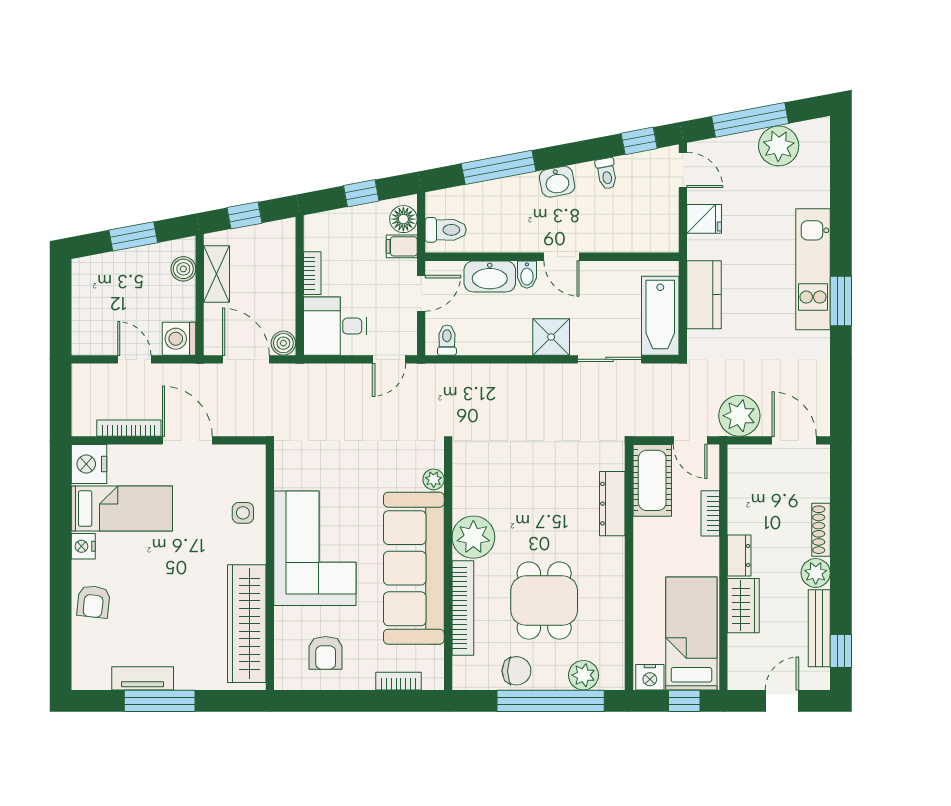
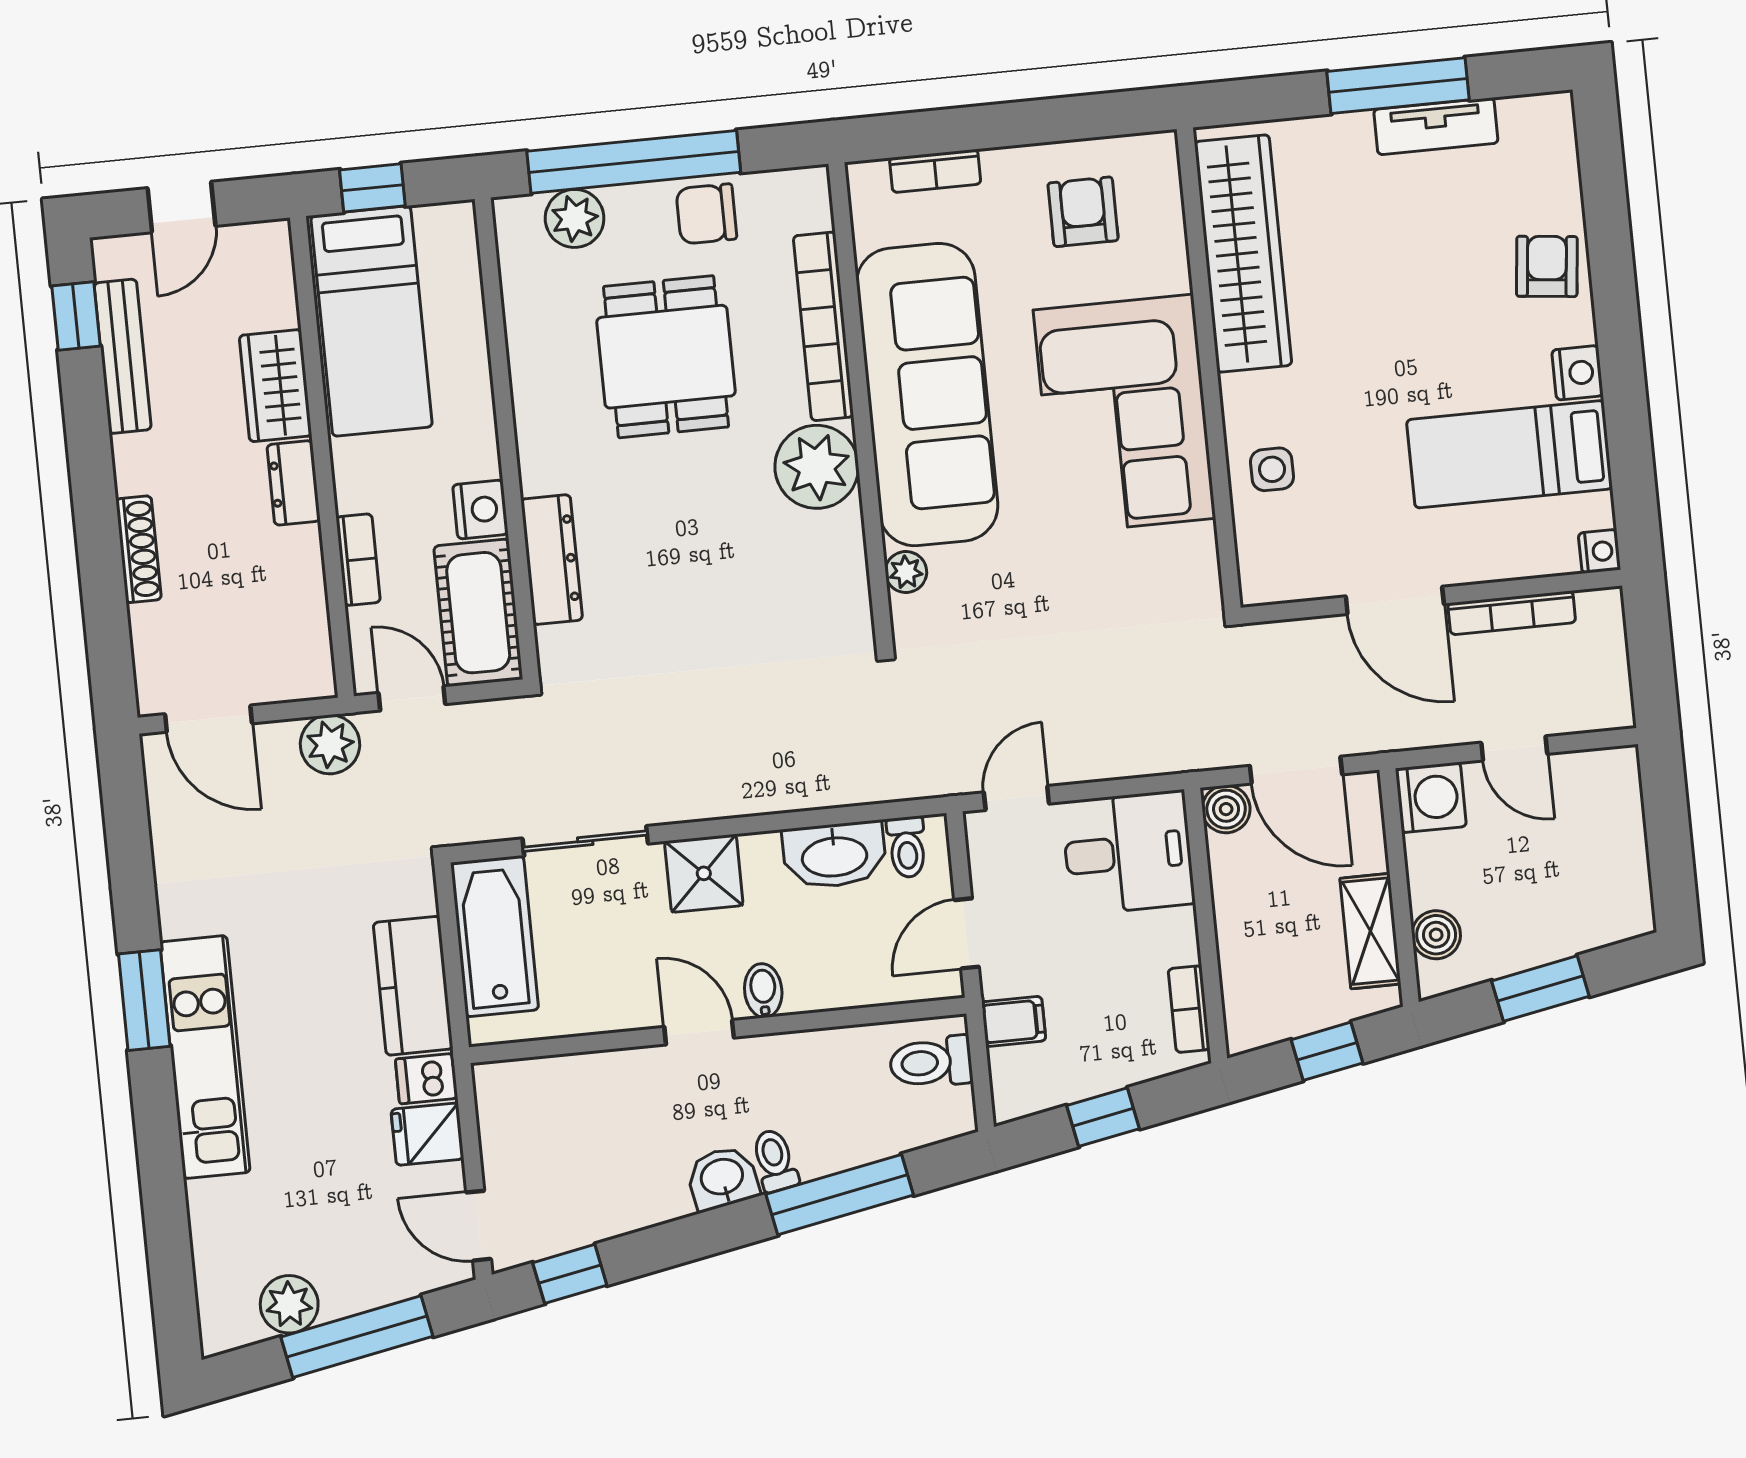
plant: (779, 146) -> (289, 1304), width x0.73, depth x0.73
toilet: (606, 174) -> (775, 1160), moved
floor lamp: (403, 219) -> (1016, 1075), removed
dishwasher: (702, 247) -> (427, 1079), added
bookcase: (312, 273) -> (1189, 1009), moved
washbasin: (490, 276) -> (834, 855), moved, turned 180
plant: (739, 416) -> (330, 744), width x0.73, depth x0.73
nightstand: (89, 464) -> (1599, 551), width x0.53, depth x0.56
plant: (816, 573) -> (141, 464), removed
nightstand: (650, 677) -> (480, 510), moved, turned 90

